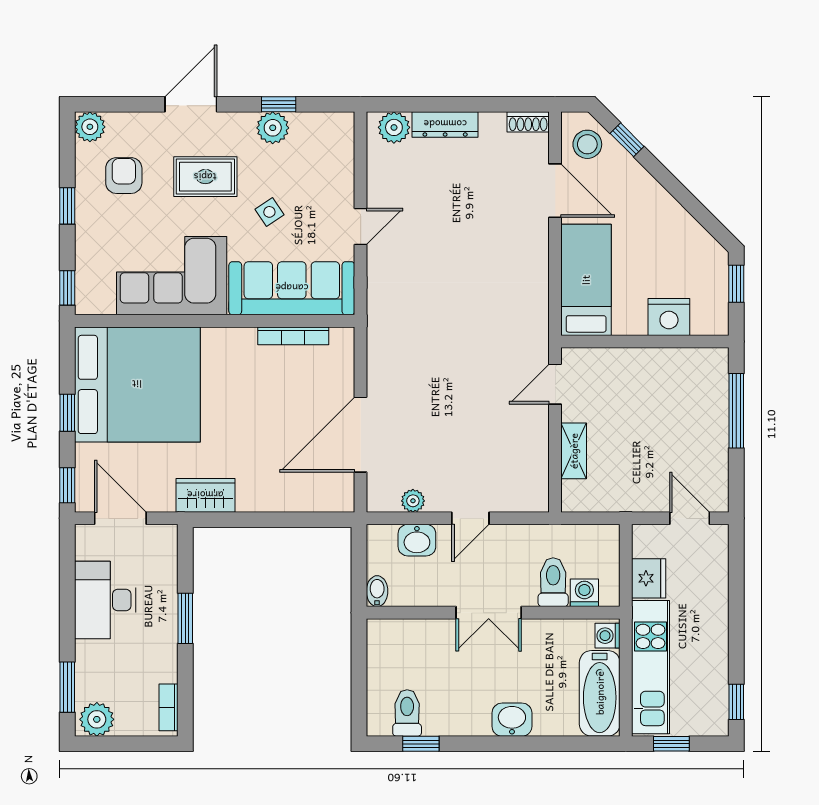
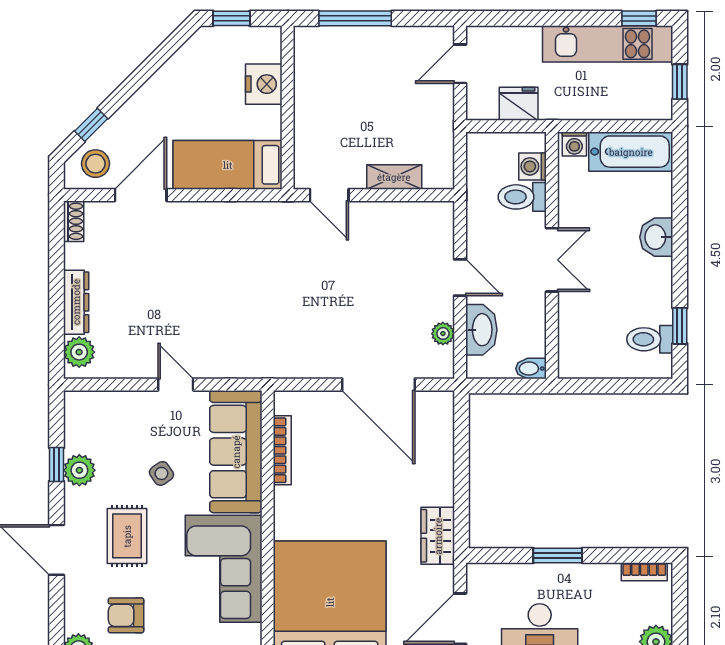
washbasin: (417, 540) -> (481, 330), width x1.38
kitchen unit: (651, 667) -> (608, 44), moved, turned 180

